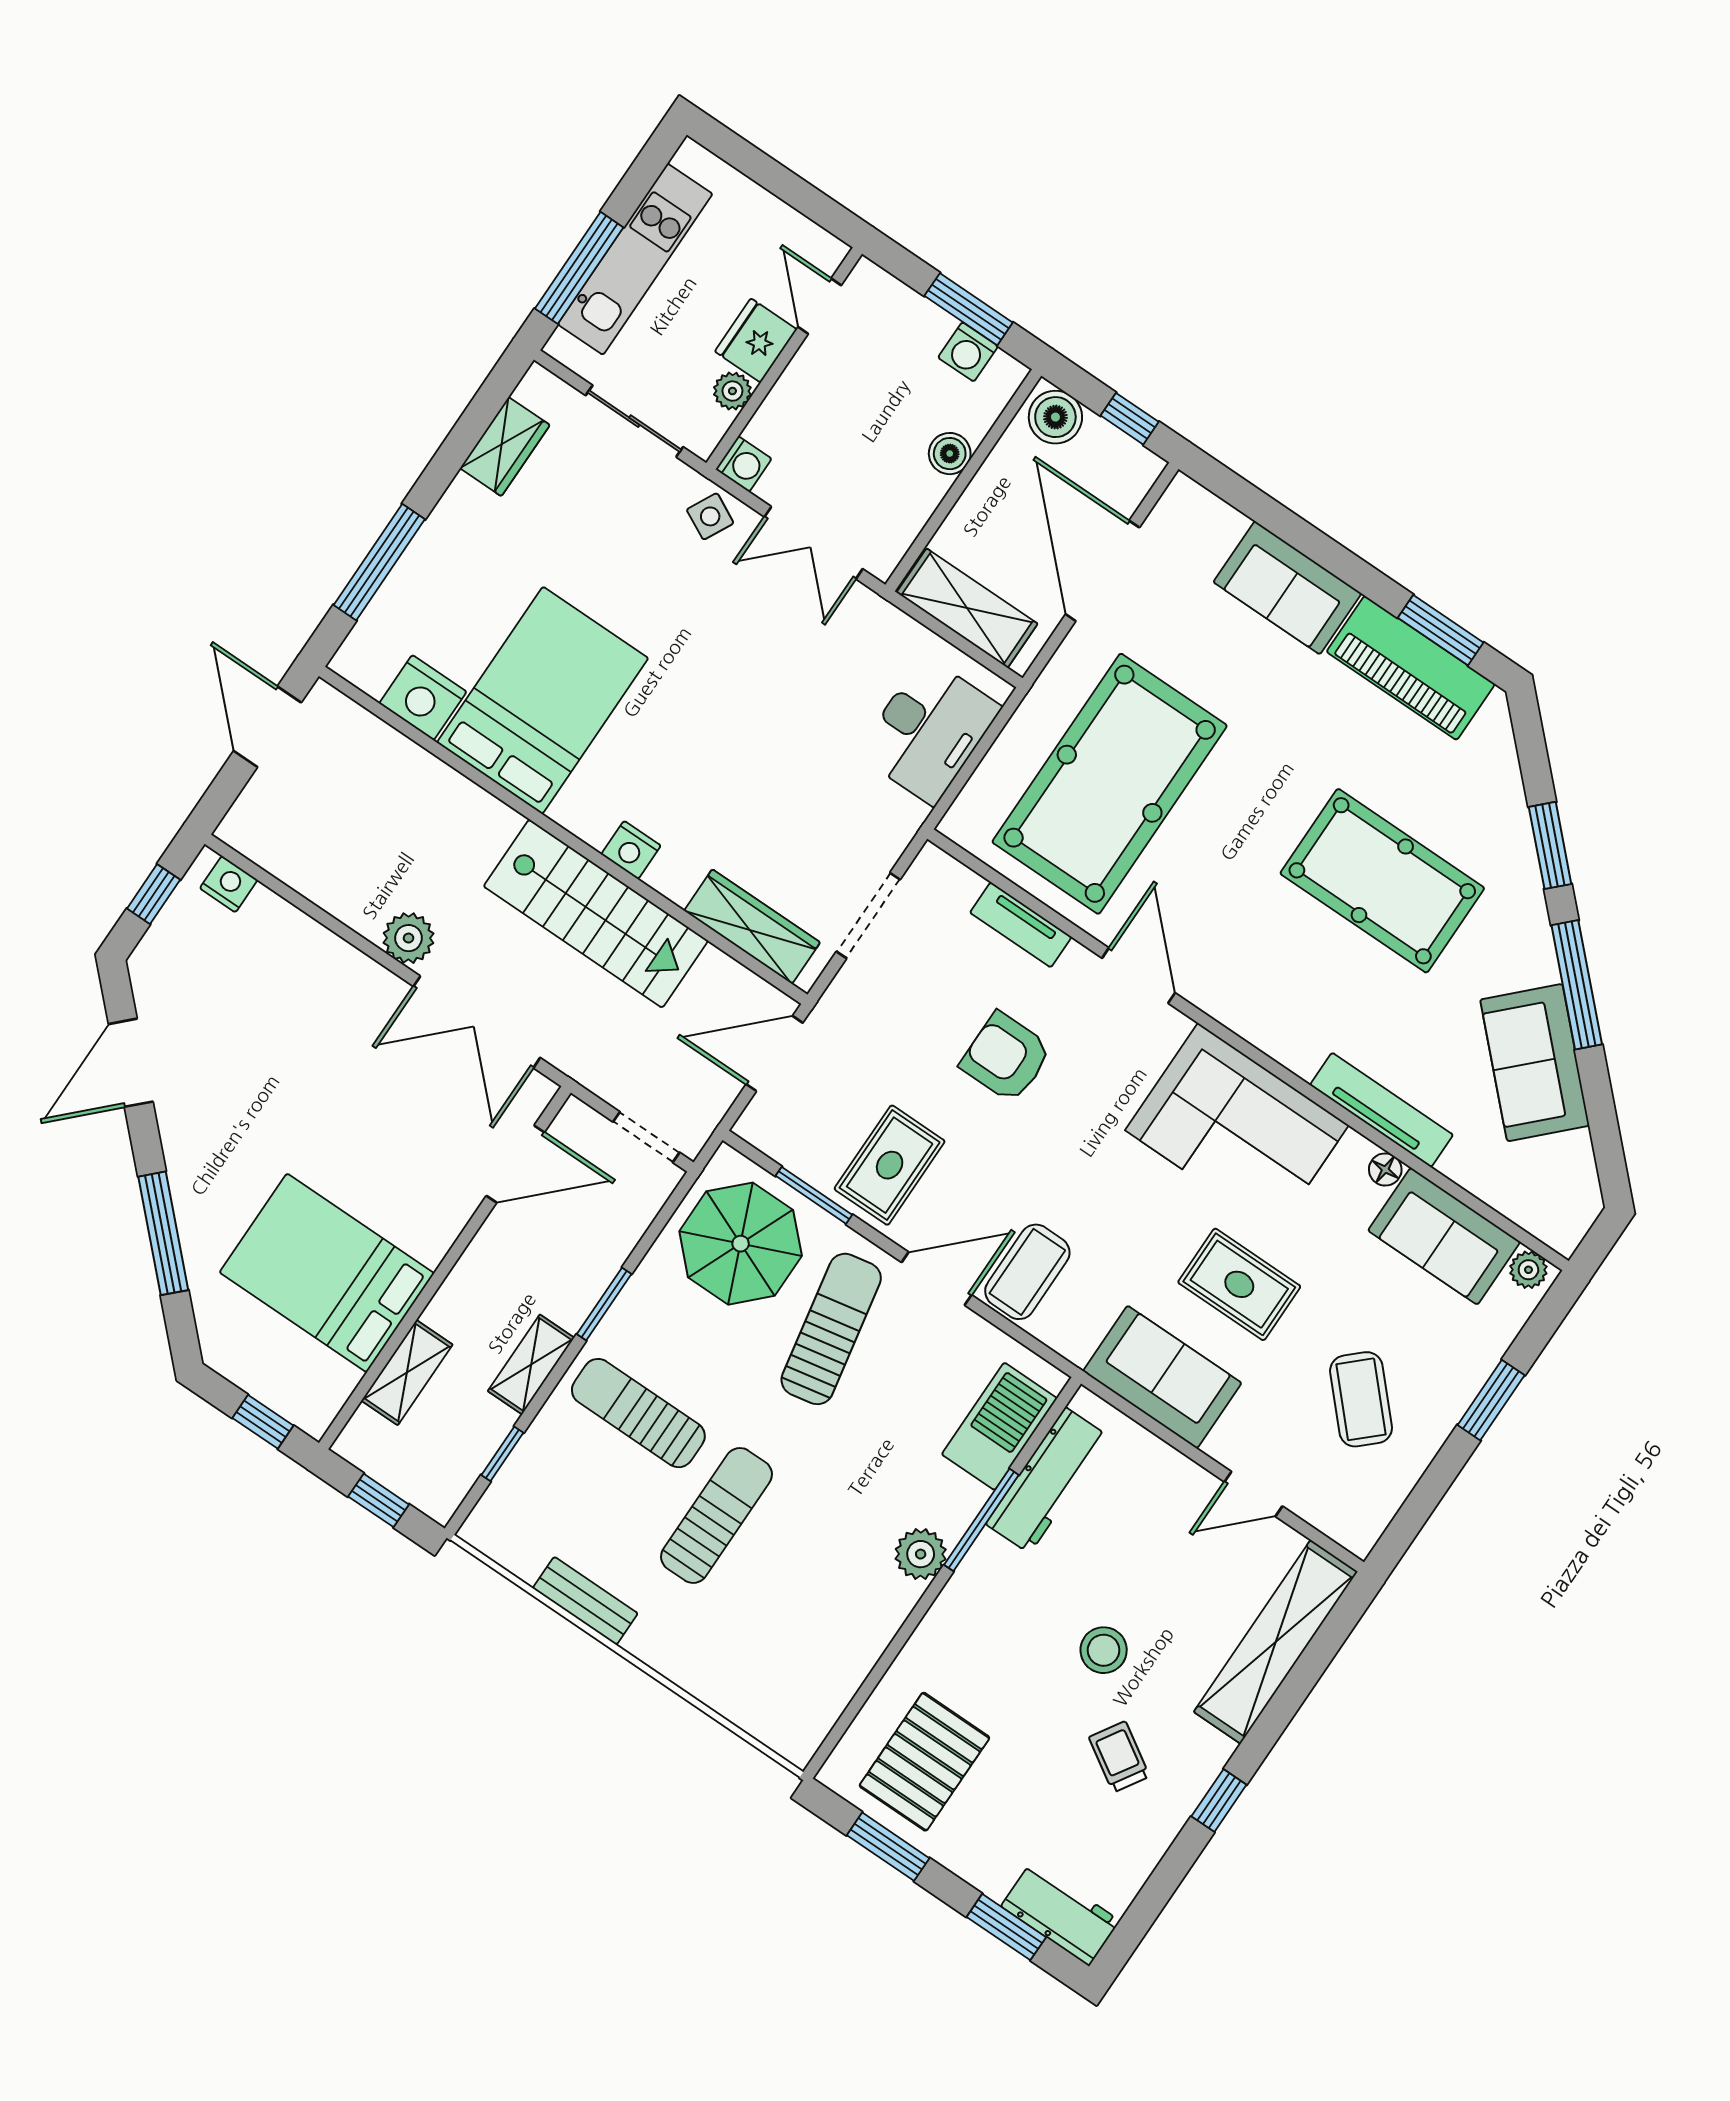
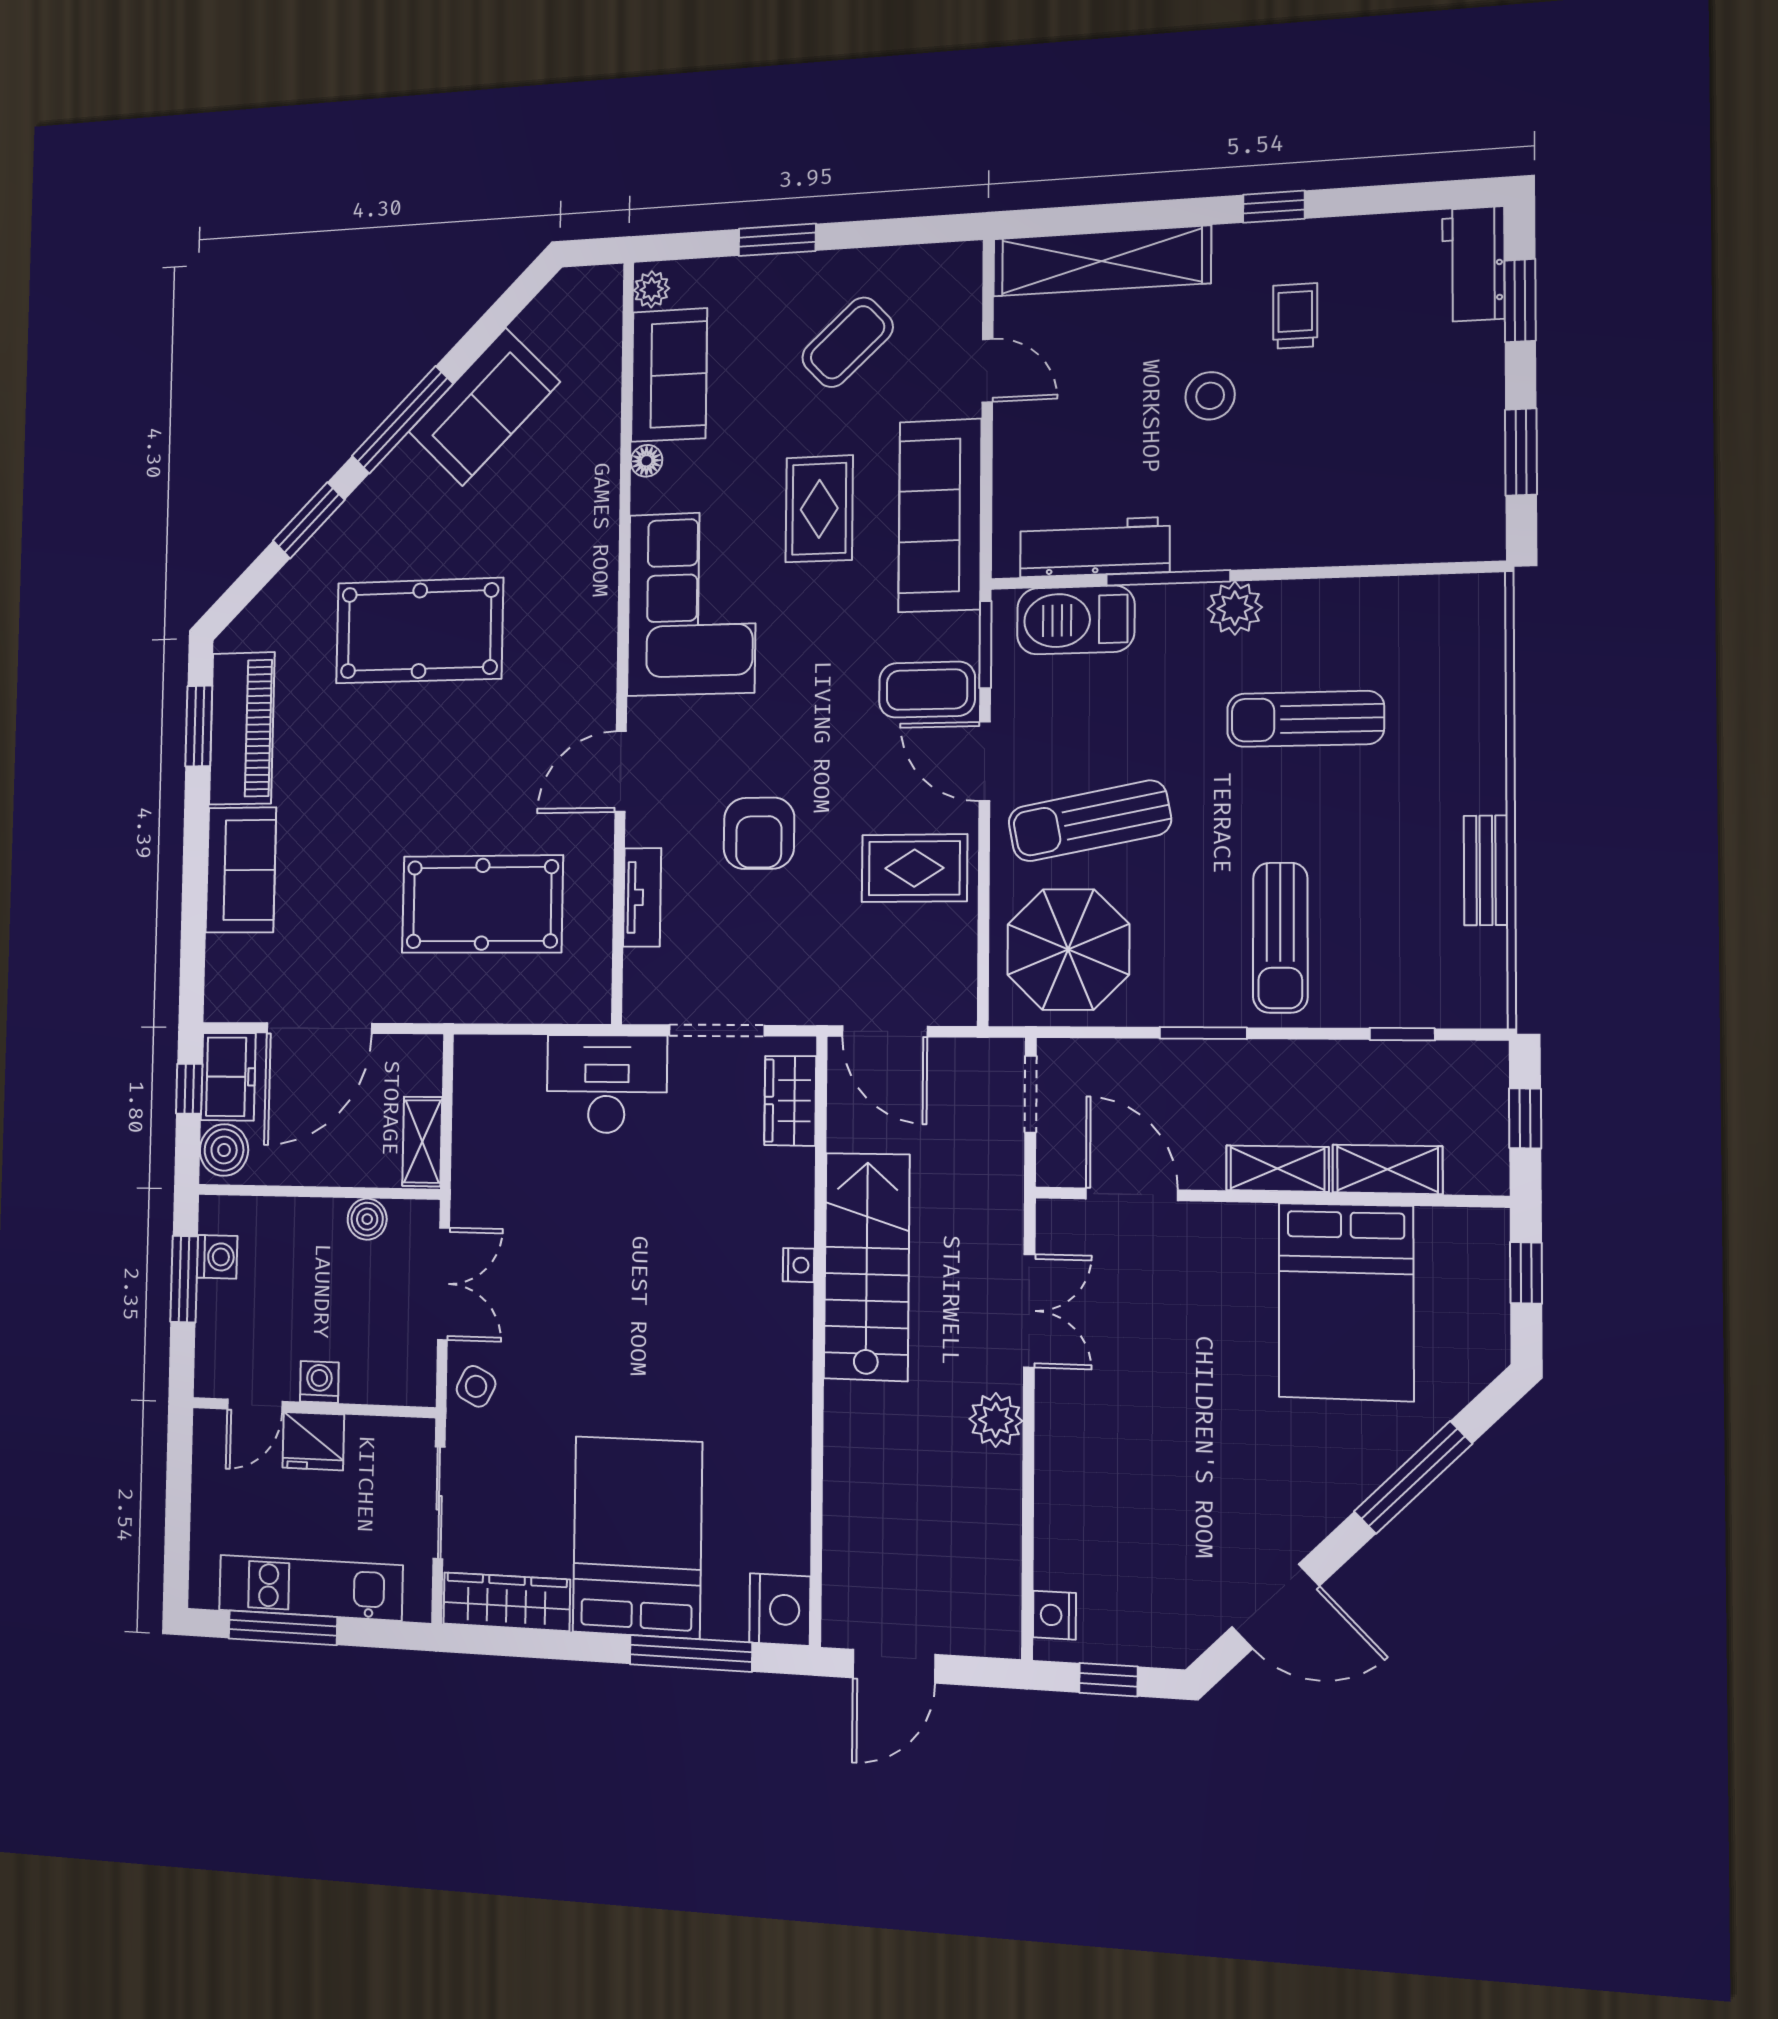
window: (579, 268) -> (283, 1628), moved
plant: (732, 391) -> (365, 1434), removed
wardrobe: (505, 447) -> (507, 1602), width x1.50
boiler: (950, 454) -> (367, 1219), moved
freezer: (1116, 461) -> (228, 1077), added
washing machine: (744, 464) -> (319, 1382), moved
shelving: (967, 608) -> (422, 1141), width x0.67, depth x0.75
nightstand: (423, 698) -> (780, 1610), moved
bed: (543, 700) -> (637, 1537), moved, turned 90
desk: (929, 730) -> (607, 1084), moved
pool table: (1110, 784) -> (482, 904), width x0.73, depth x0.76
nightstand: (631, 850) -> (798, 1265), width x0.72, depth x0.74
pool table: (1382, 881) -> (419, 631), turned 90
wardrobe: (752, 927) -> (790, 1101), width x0.67
double door: (477, 1022) -> (1029, 1311), width x0.73
tv unit: (1382, 1110) -> (601, 499), removed
window: (814, 1195) -> (985, 645), moved
shelving: (531, 1364) -> (1277, 1169), moved
sofa: (1162, 1377) -> (940, 516), width x1.36
sun lounger: (716, 1515) -> (1305, 719), moved
trolley: (1119, 1757) -> (1295, 316), turned 148
pallet: (924, 1762) -> (1420, 475), removed

